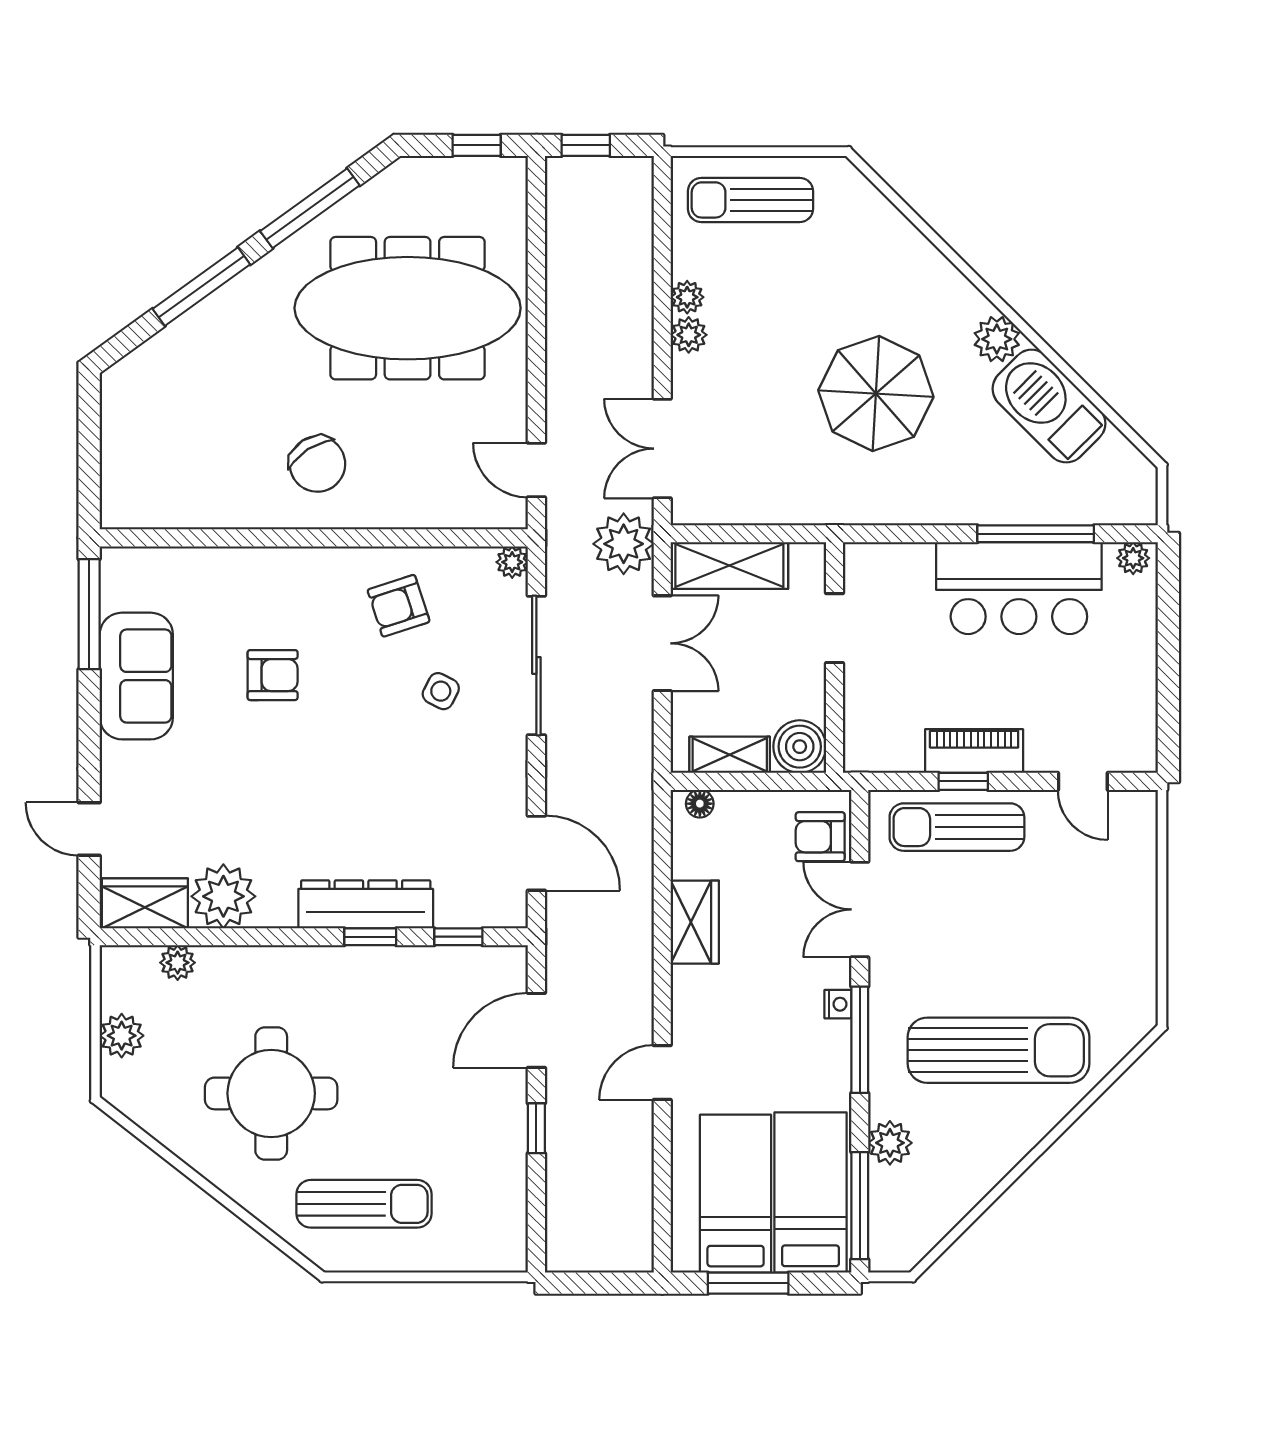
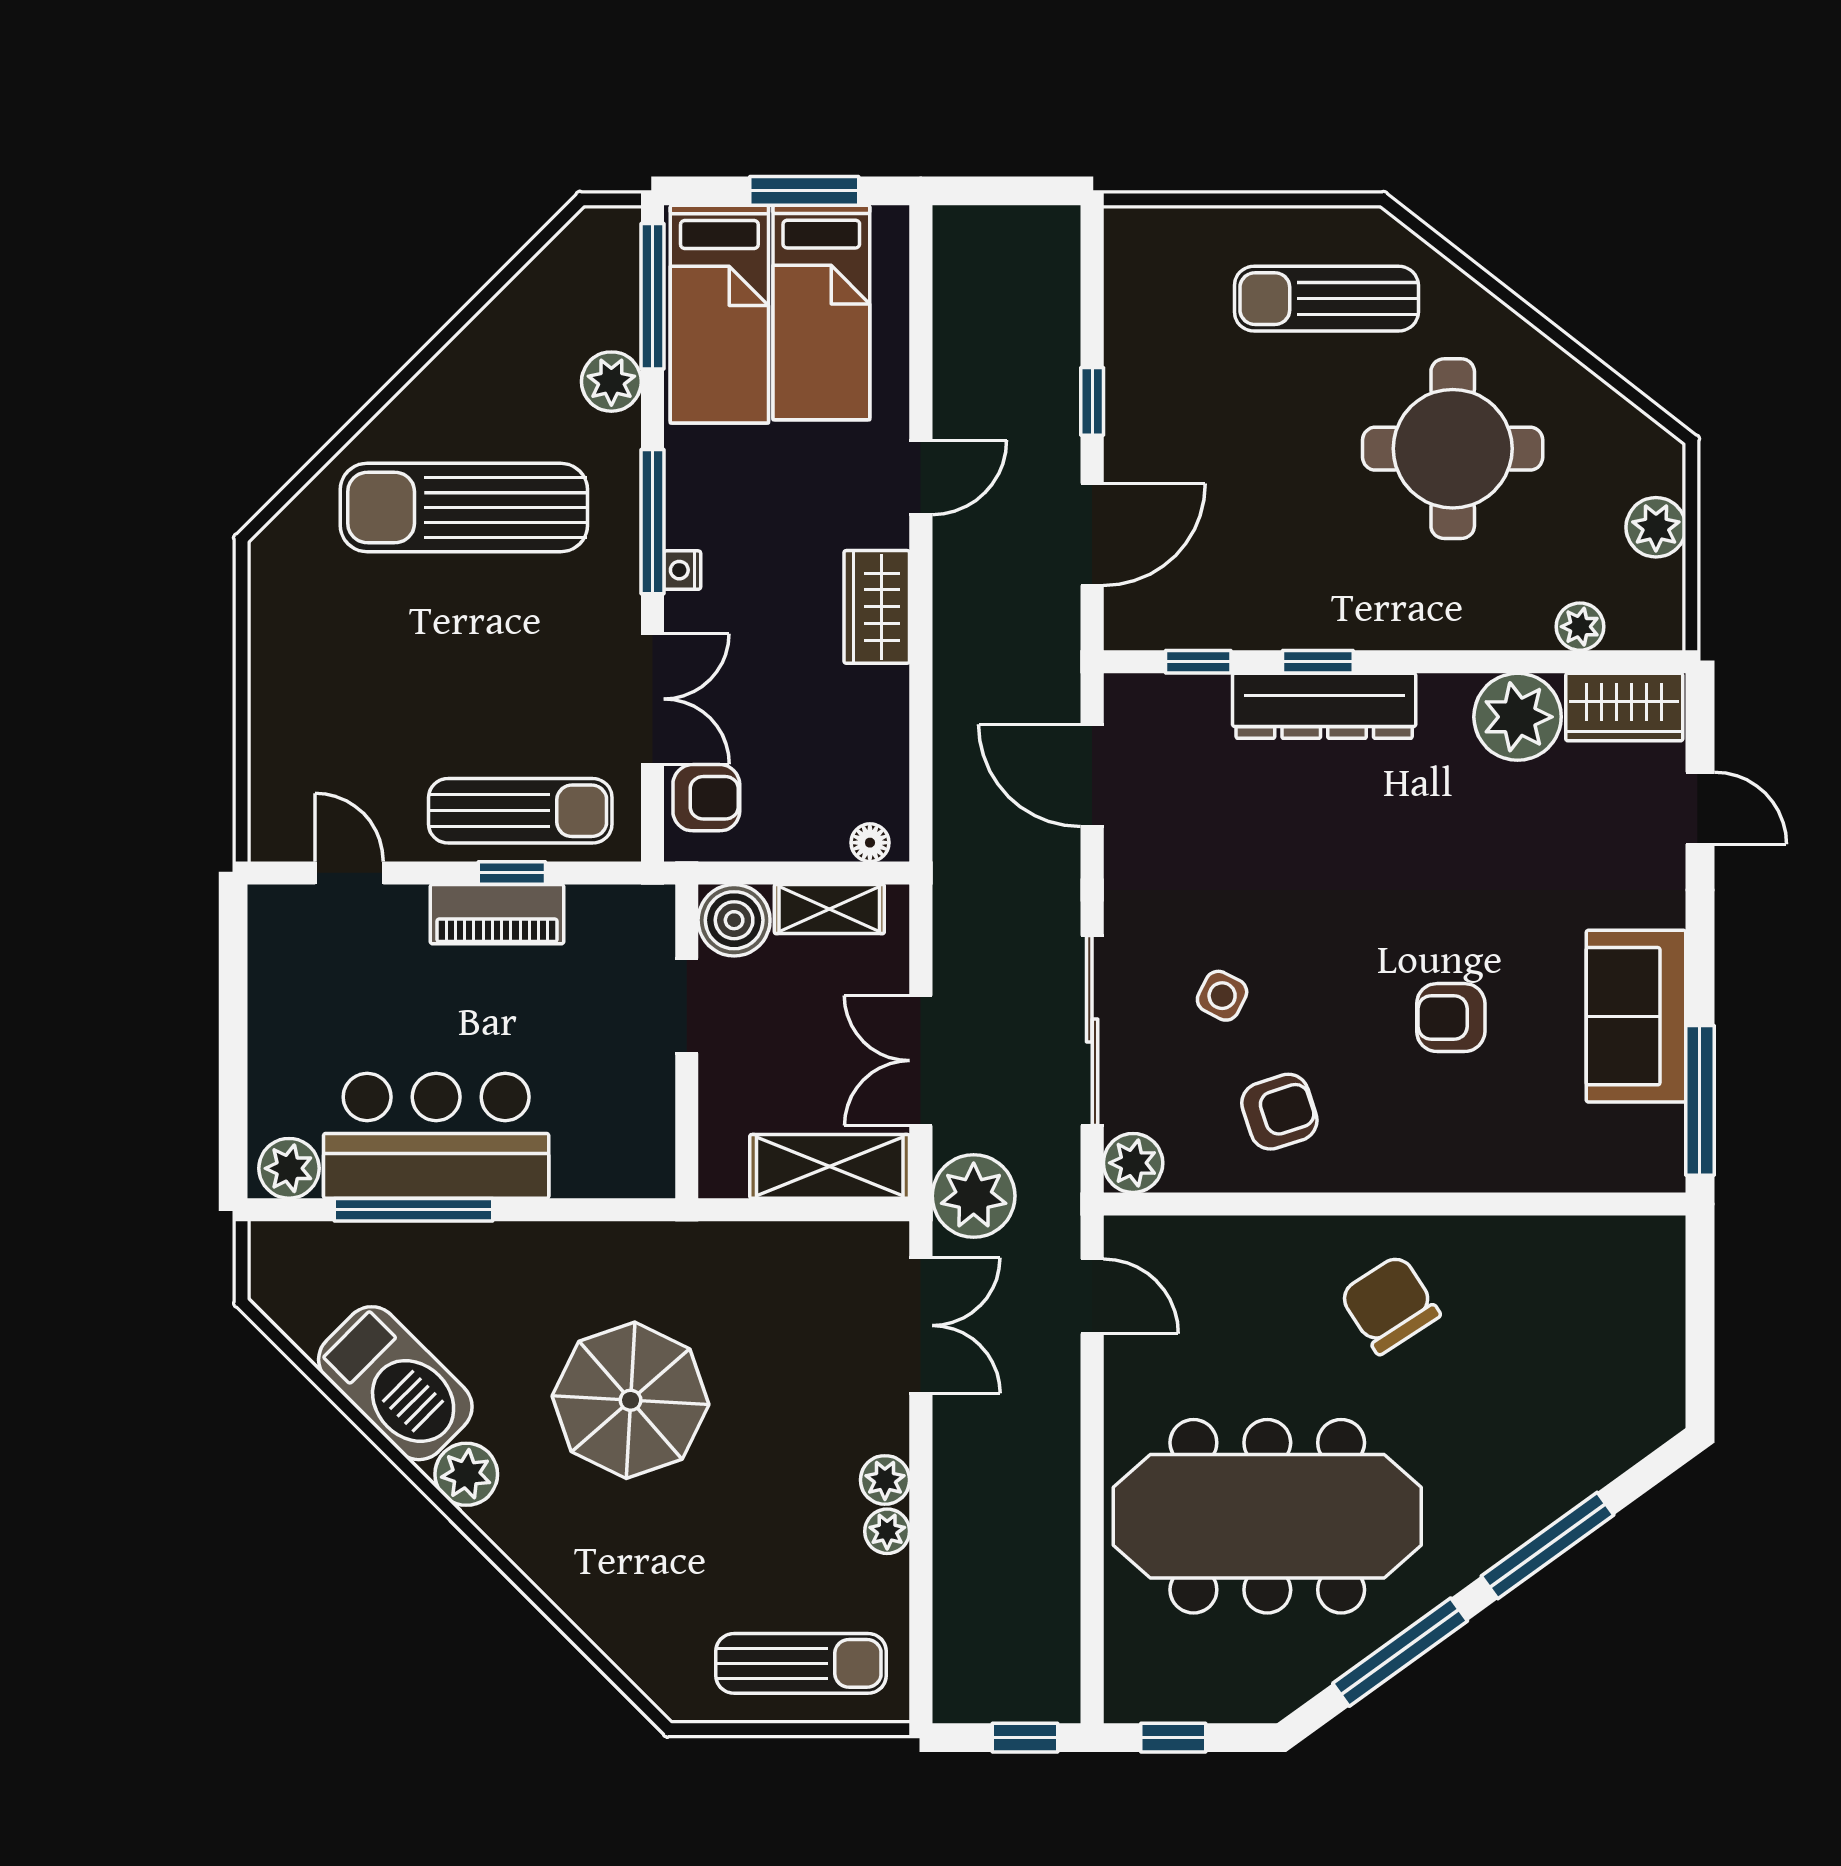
plant: (1133, 558) -> (289, 1168), width x1.38, depth x1.38
plant: (512, 562) -> (1133, 1163), width x1.38, depth x1.38
doorway: (834, 628) -> (687, 1006), moved
wardrobe: (695, 922) -> (877, 607), moved

